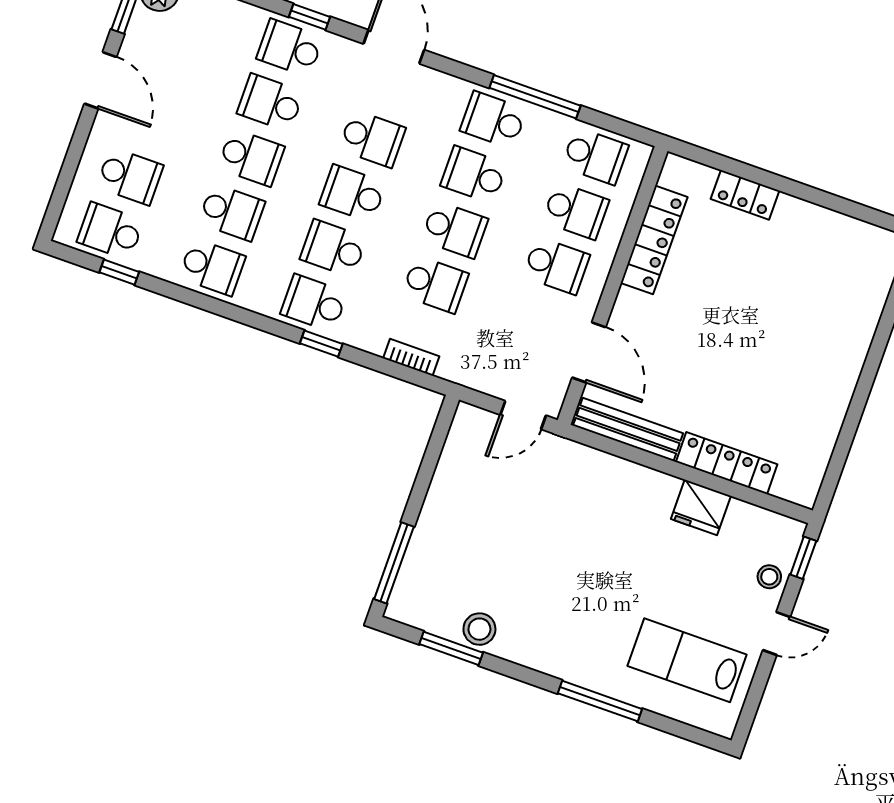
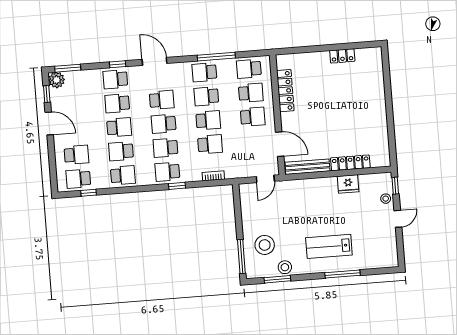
school desk: (595, 156) -> (249, 69), turned 180
locker: (745, 195) -> (342, 56), moved
school desk: (232, 212) -> (121, 151), turned 180
stool: (457, 560) -> (265, 245), added
lab bench: (687, 660) -> (329, 246), moved

